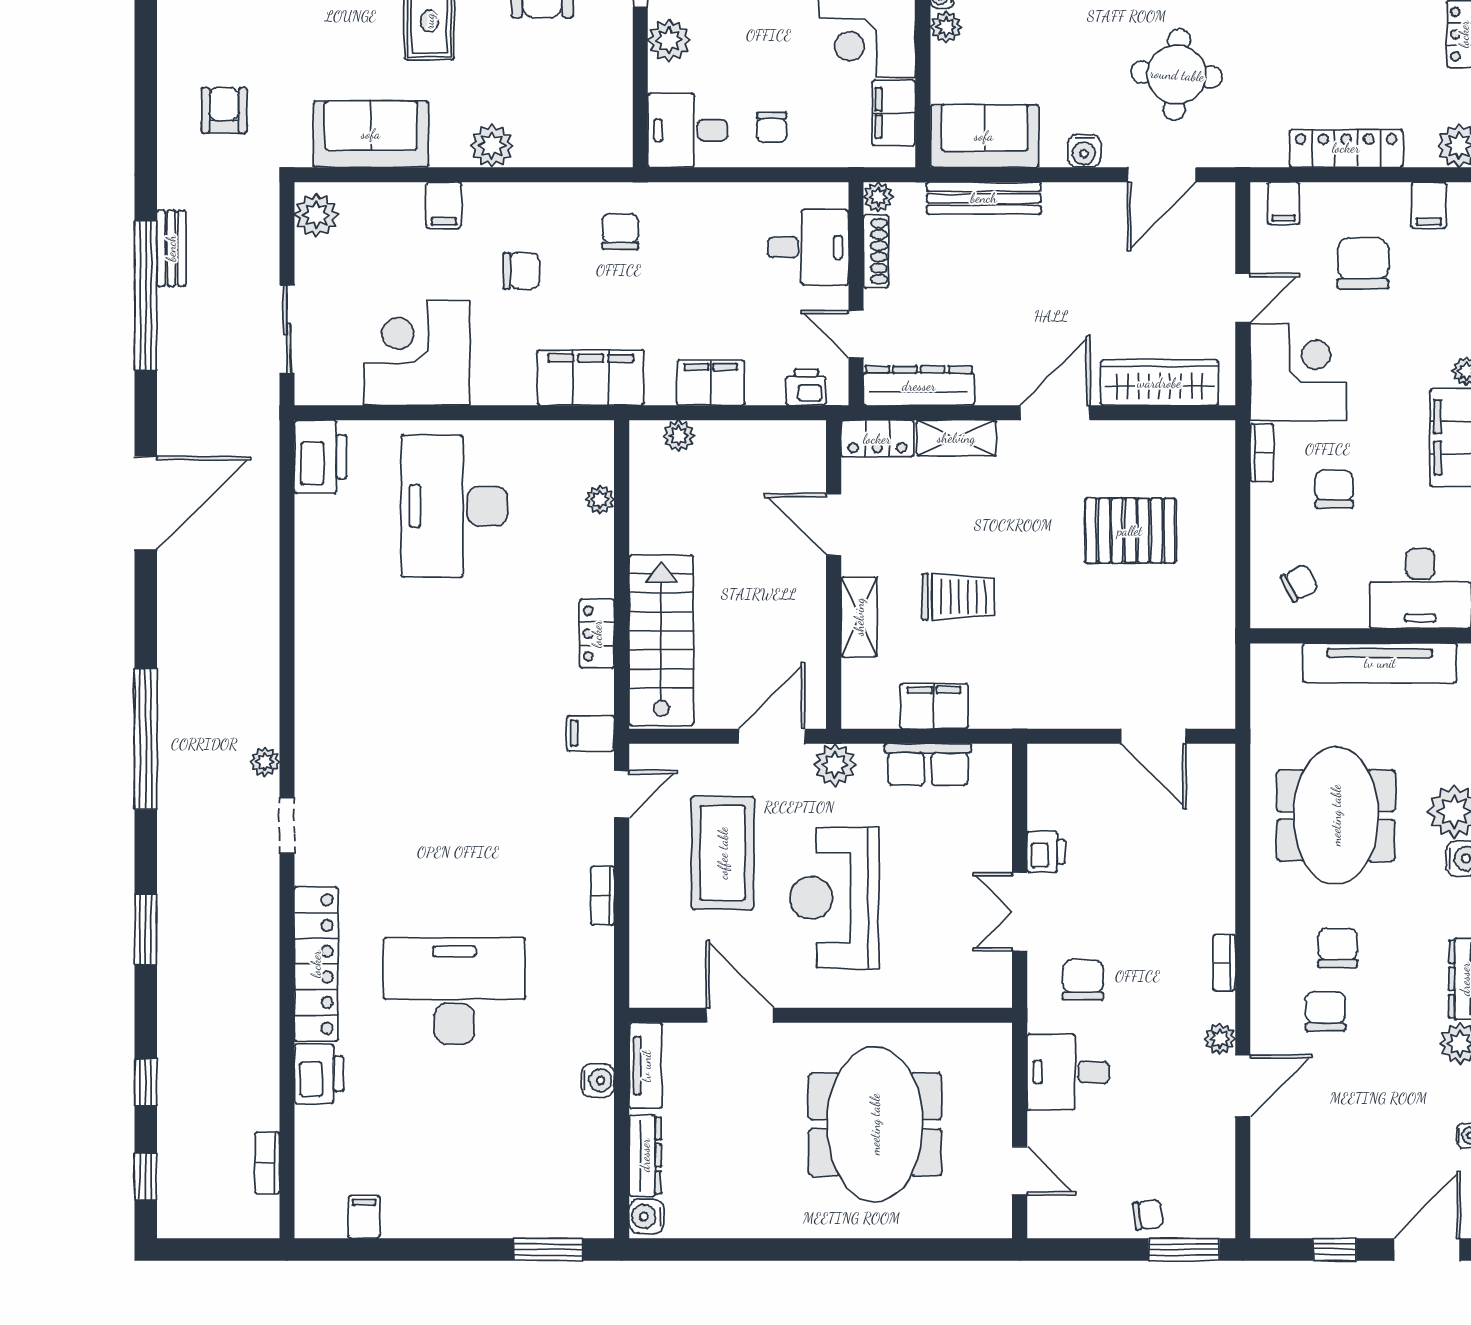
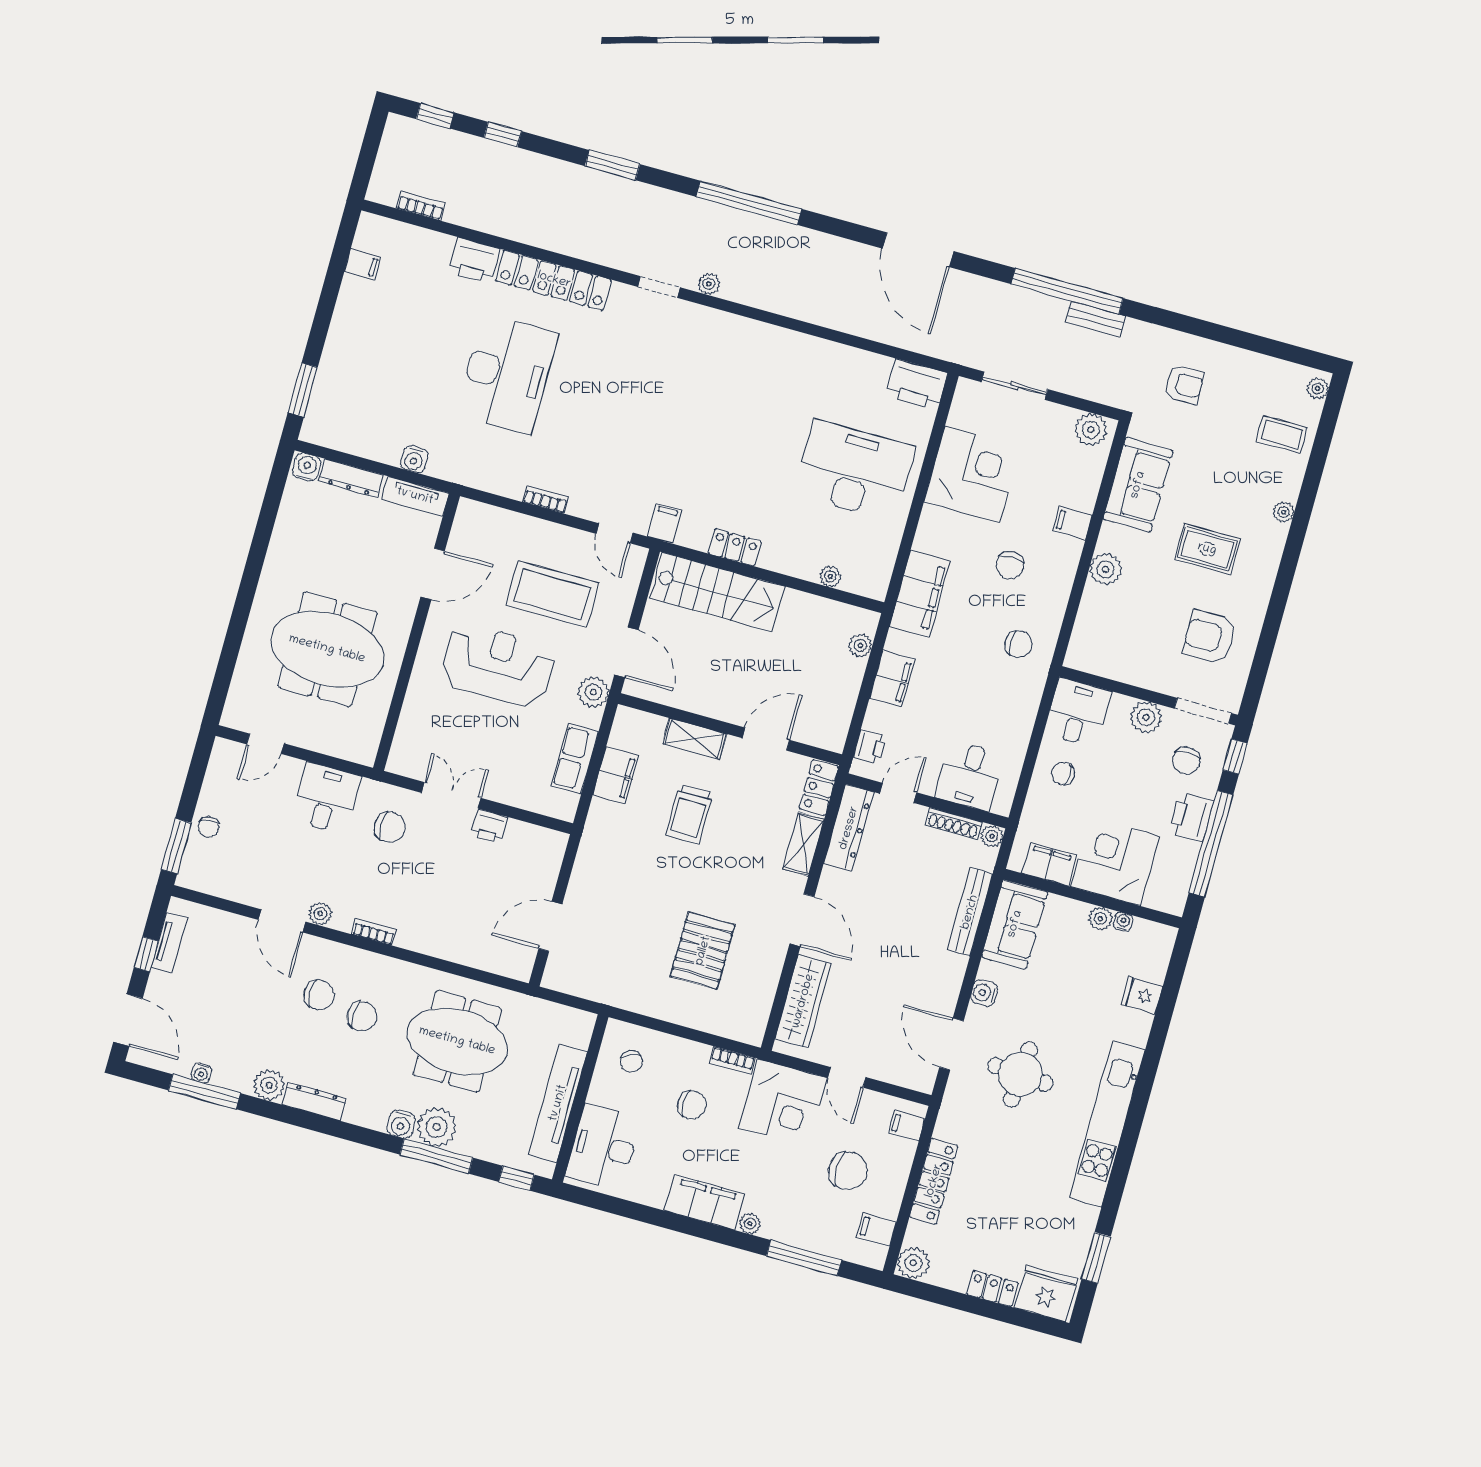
tv unit: (1312, 1224) -> (169, 943), added

